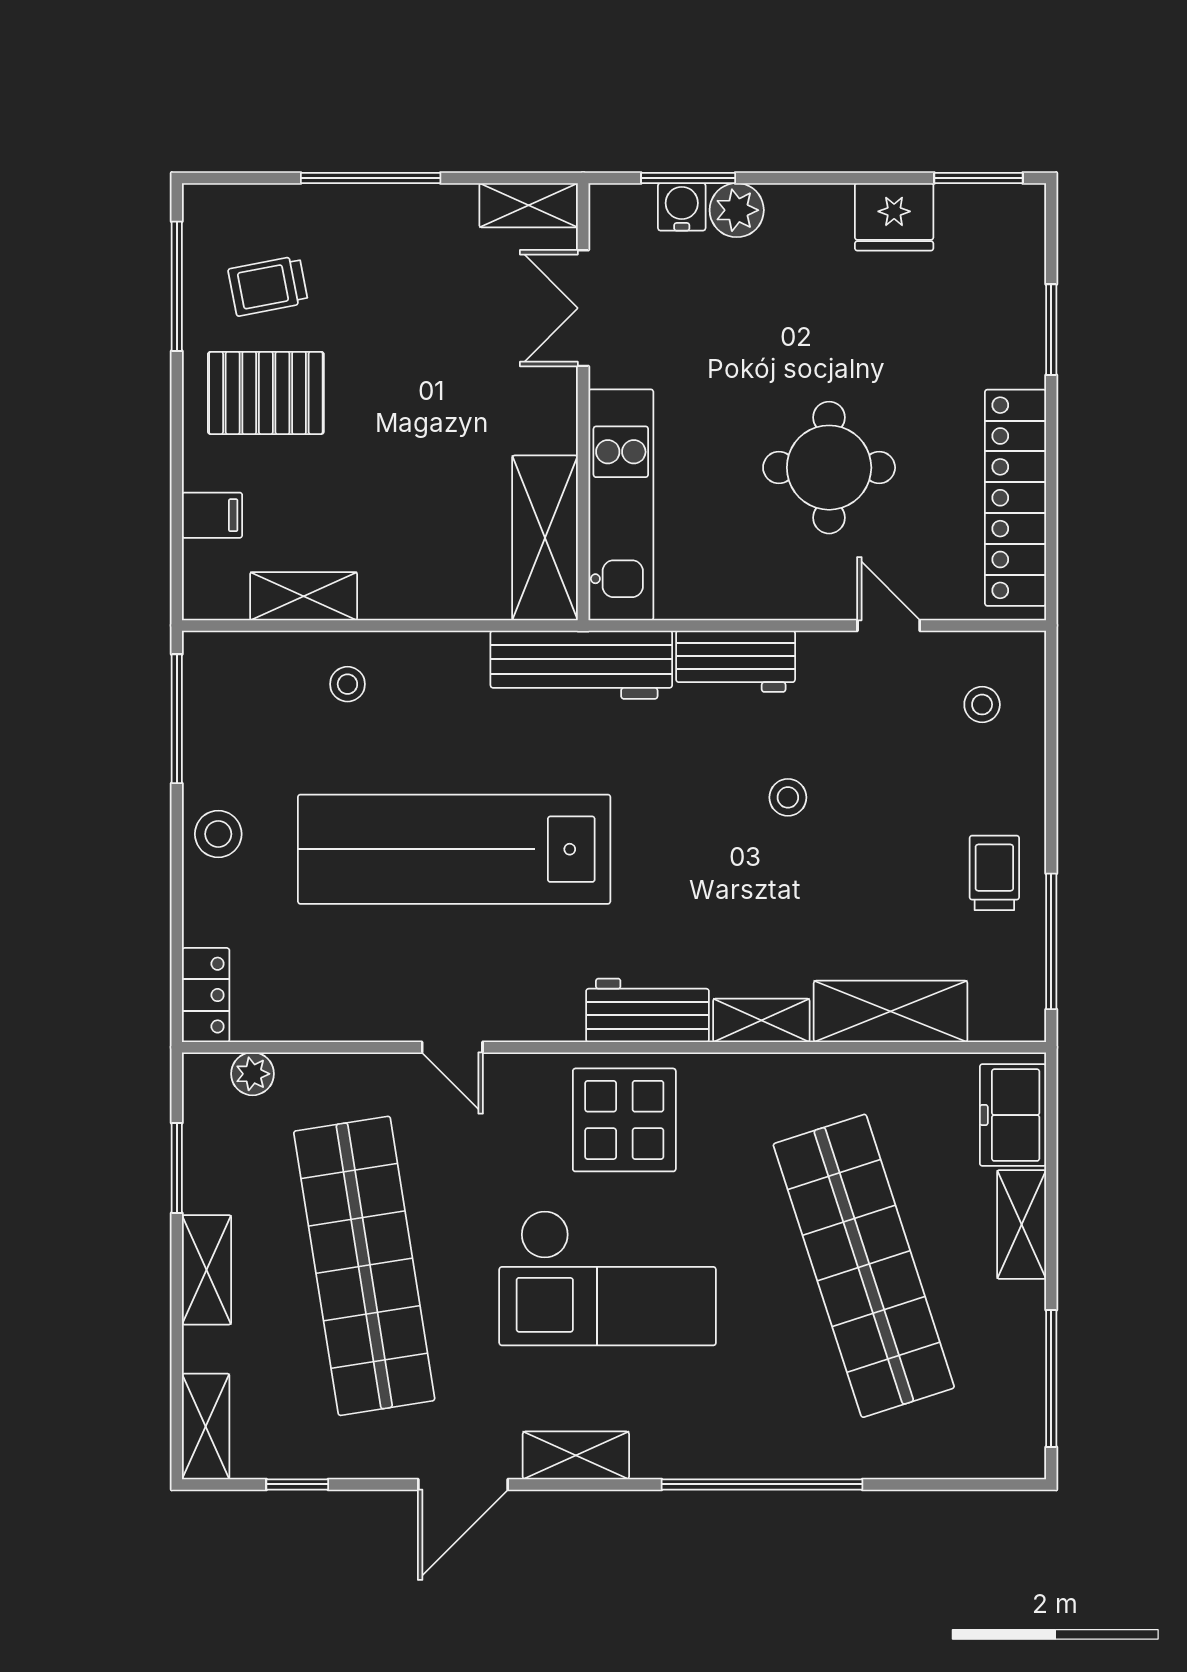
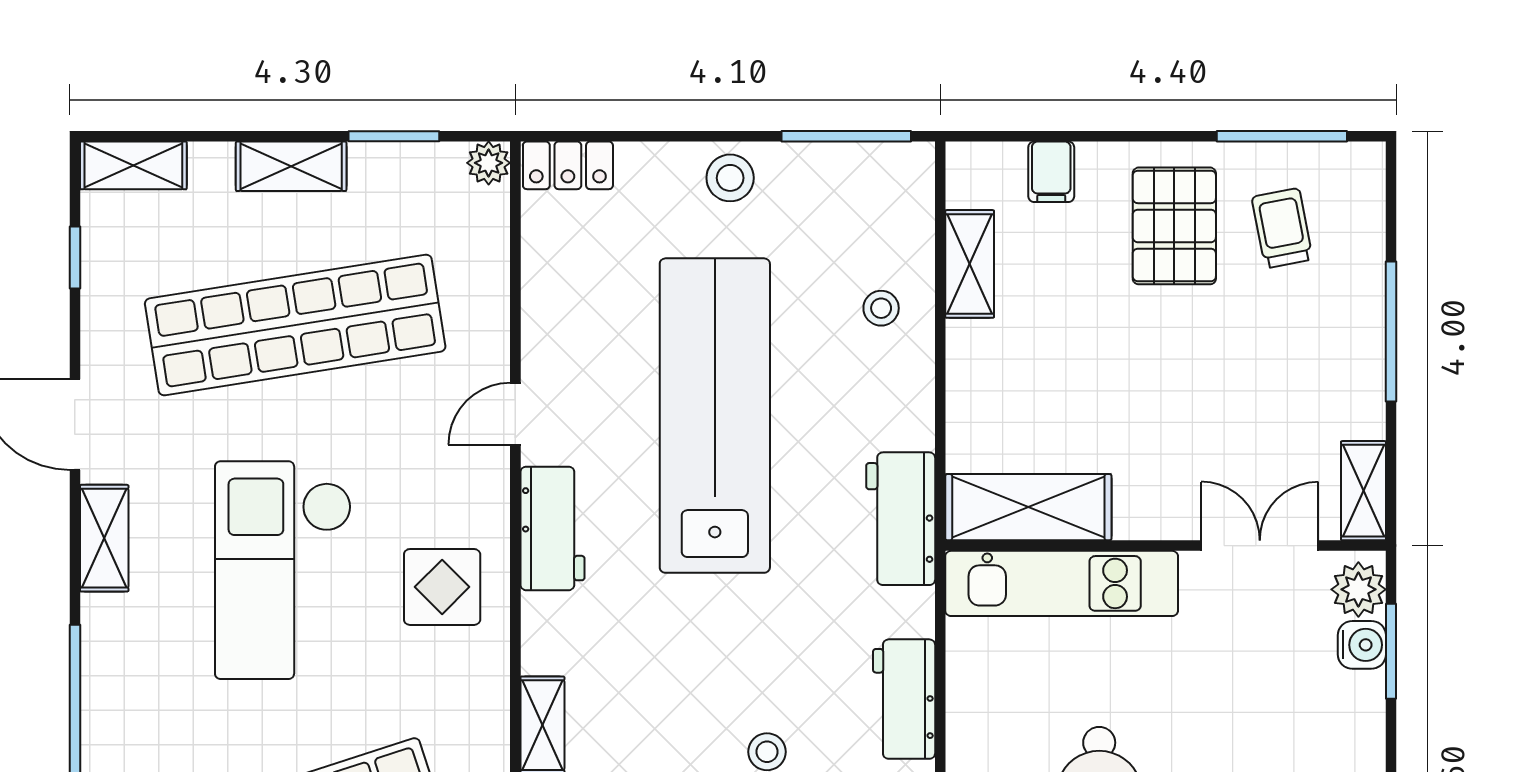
plant: (737, 210) -> (1358, 589), moved
workbench: (581, 665) -> (901, 519), width x0.73
workbench: (648, 1010) -> (552, 528), moved
plant: (252, 1074) -> (489, 163), moved
display table: (624, 1120) -> (442, 587), width x0.73, depth x0.73

